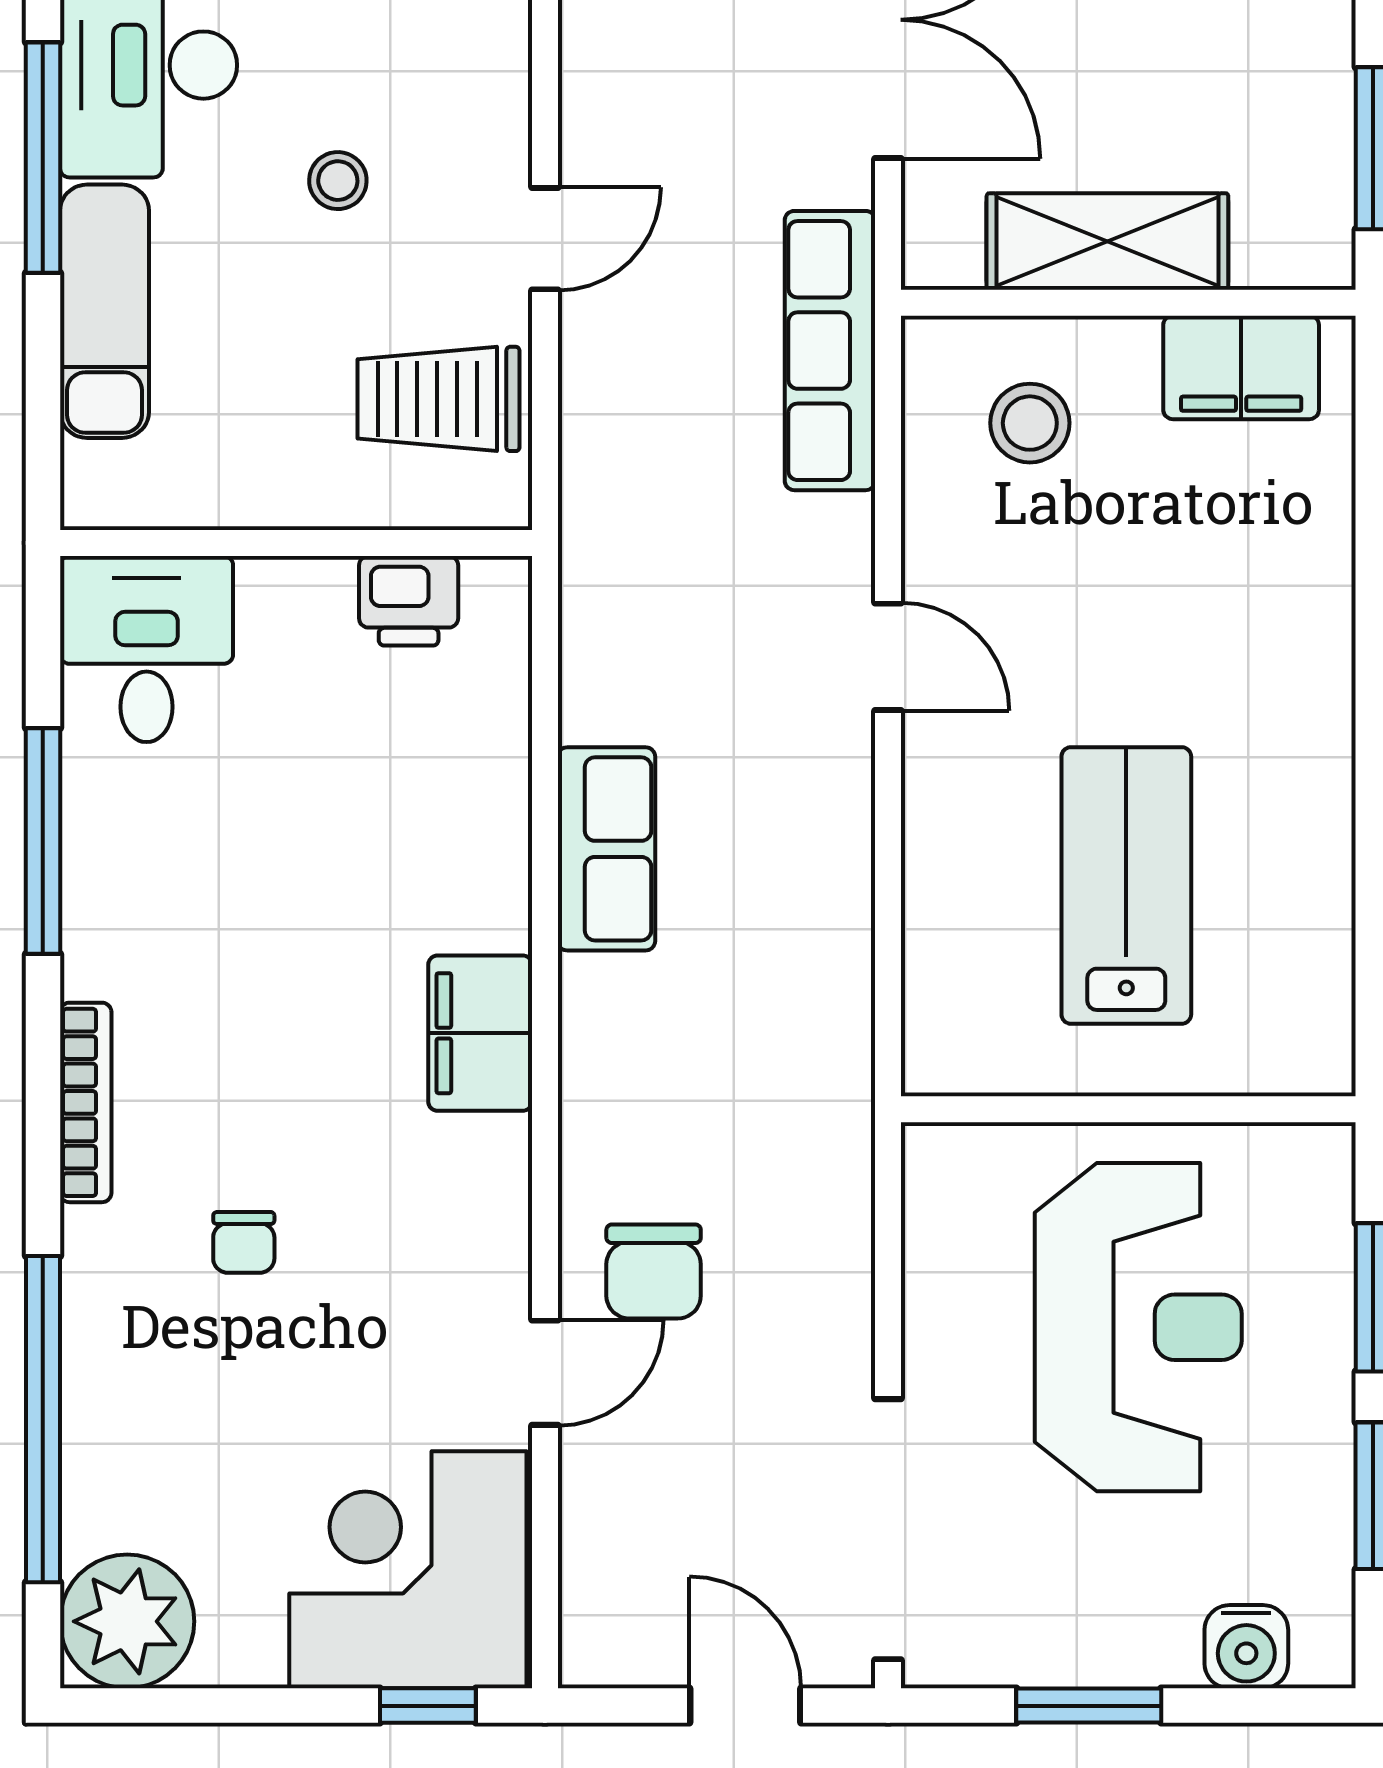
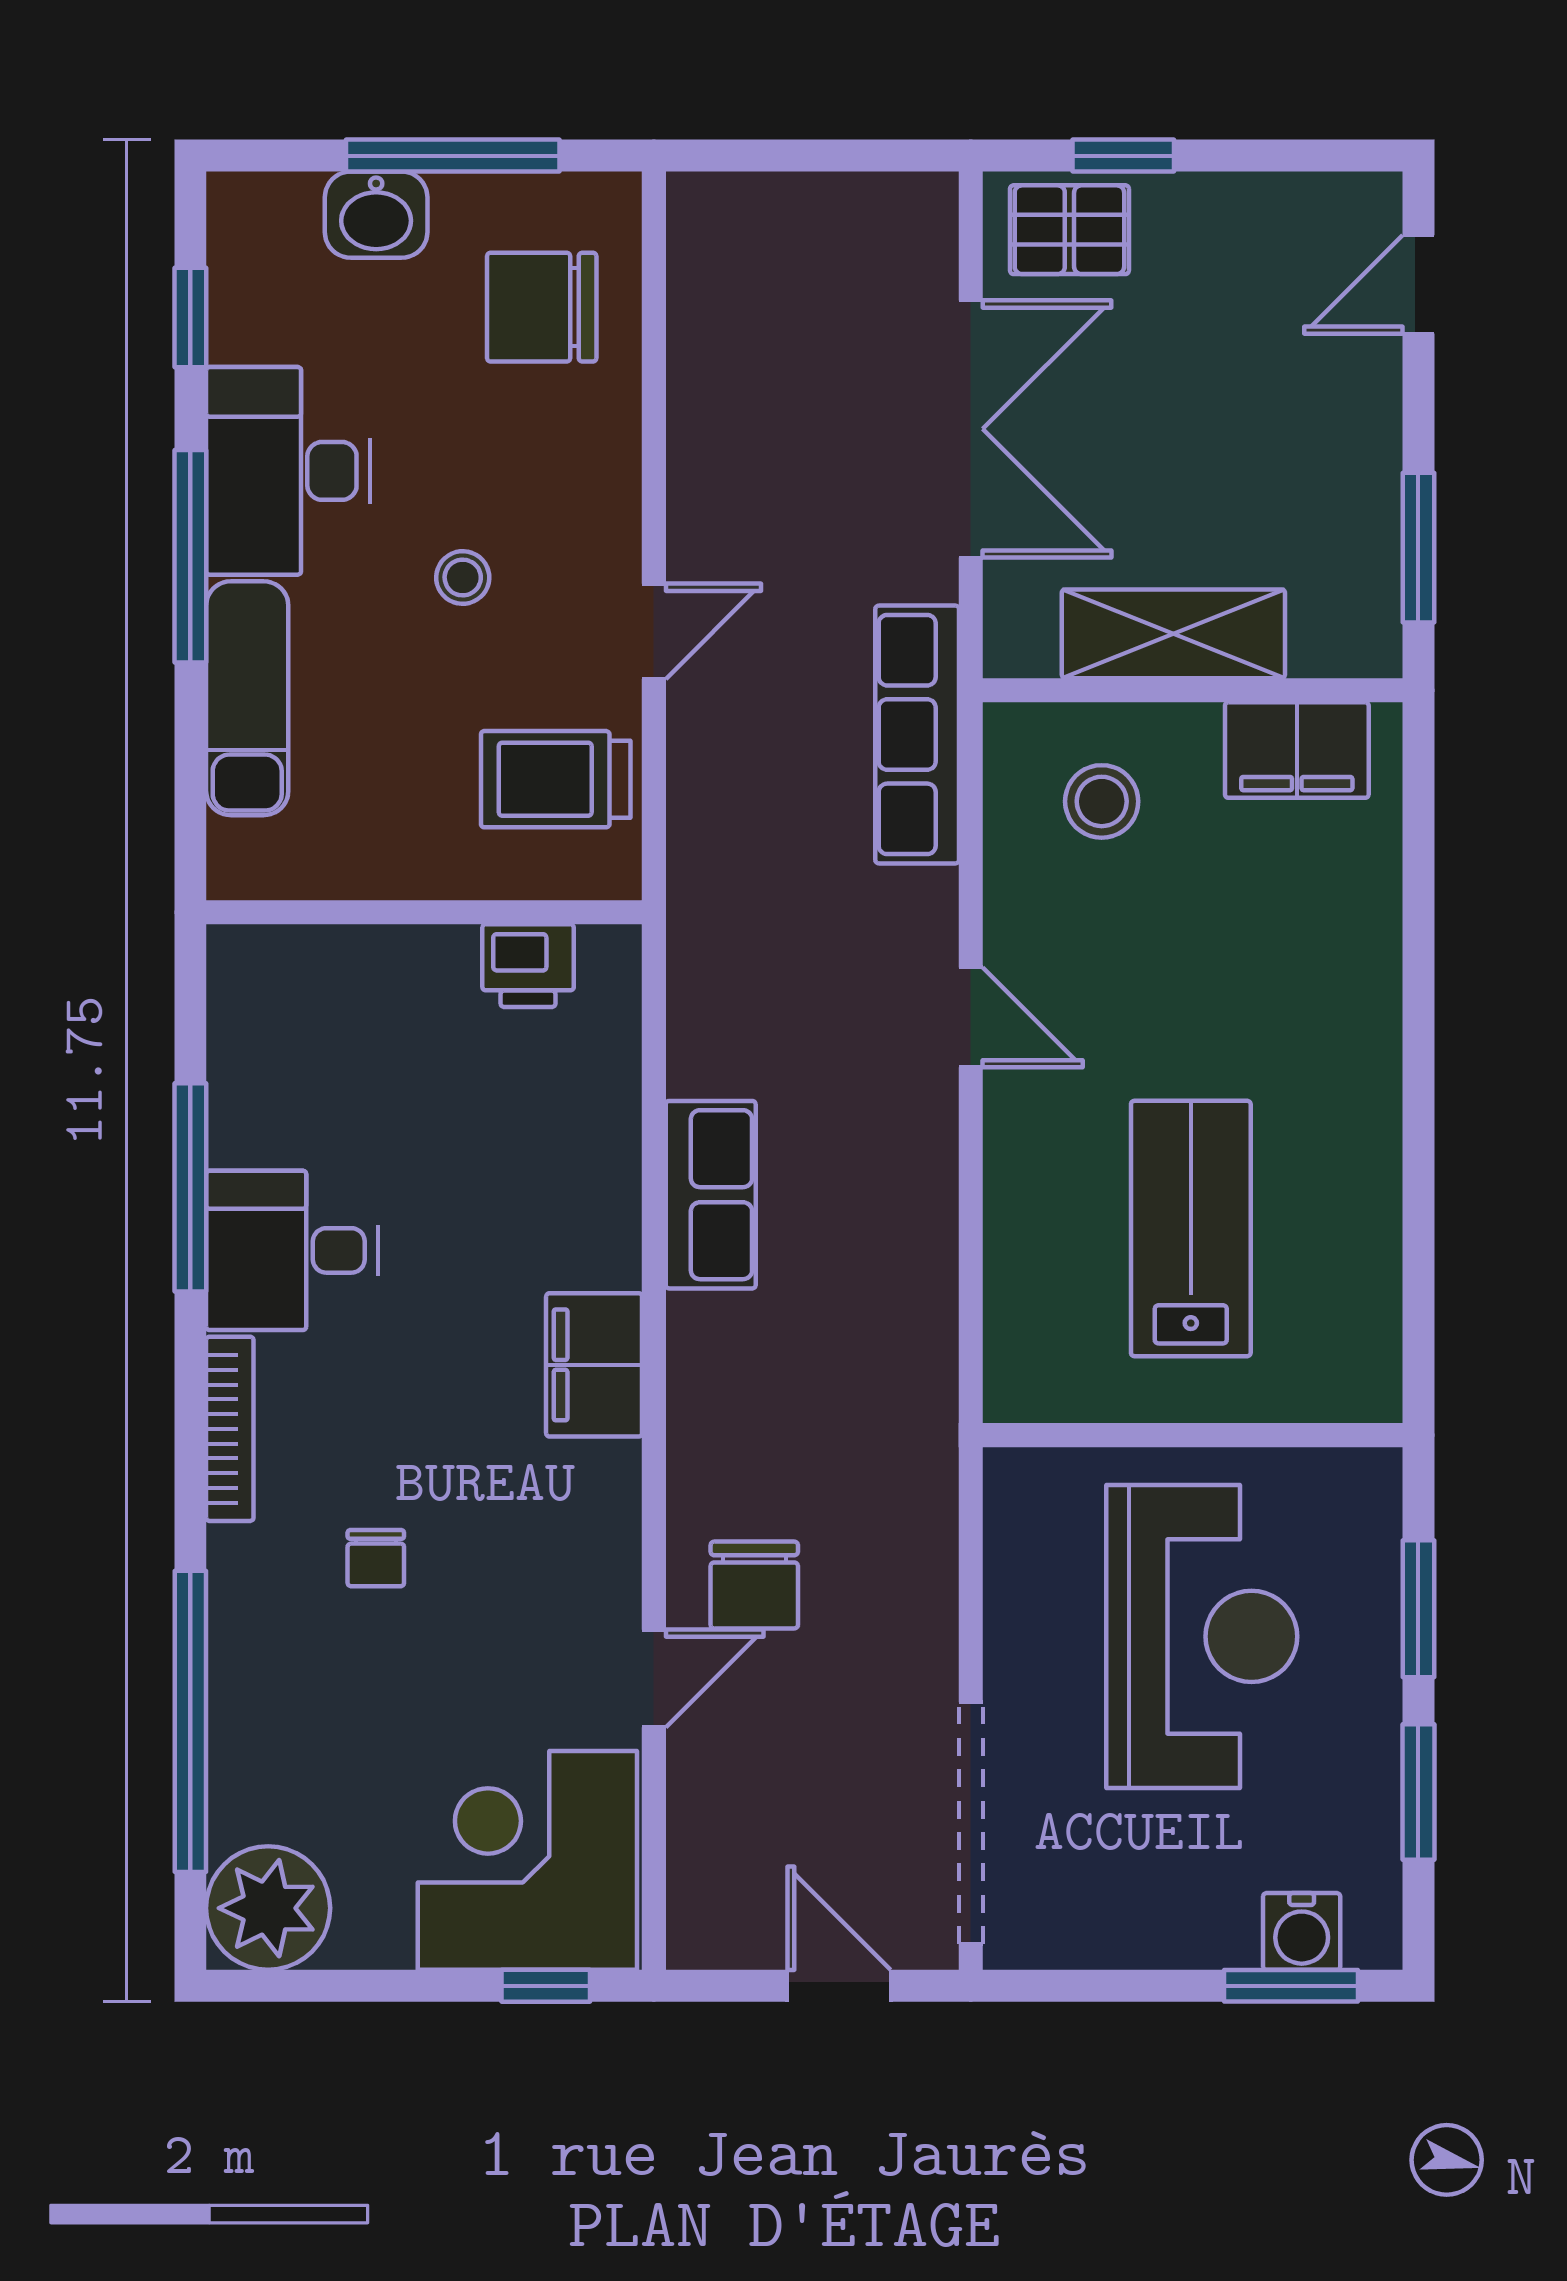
desk: (147, 649) -> (292, 1250), moved, turned -90
window: (1089, 1706) -> (1291, 1986), moved

